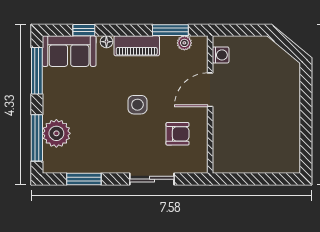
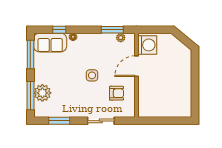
piano: (137, 46) -> (92, 39), removed
washing machine: (221, 55) -> (147, 45), width x1.89, depth x1.89

